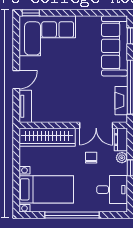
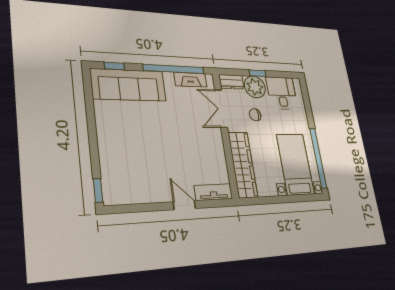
corner sofa: (47, 36) -> (126, 168), removed
double door: (96, 125) -> (221, 109), swing flipped
plant: (122, 158) -> (255, 87), width x1.87, depth x1.87
window: (72, 215) -> (318, 158), moved

